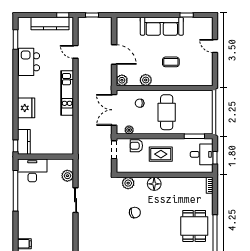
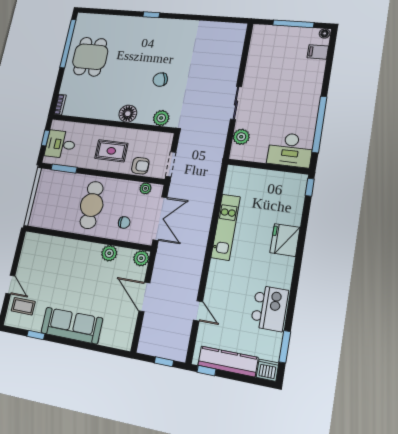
dishwasher: (24, 23) -> (268, 370), added
coffee table: (171, 62) -> (23, 306), moved
kitchen unit: (67, 93) -> (226, 227), moved
kitchen counter: (24, 142) -> (296, 191), removed

